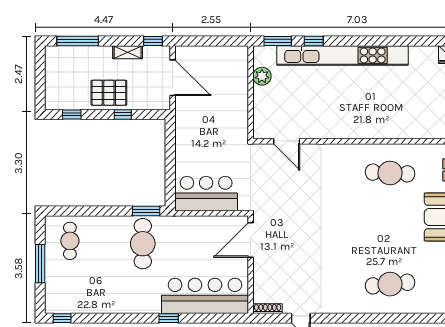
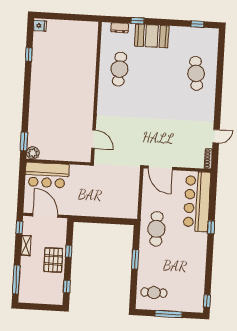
window: (314, 41) -> (29, 54), moved
kitchen unit: (342, 55) -> (37, 97), removed
plant: (262, 76) -> (33, 153), moved
door: (173, 78) -> (45, 215), hinge flipped
door: (287, 141) -> (94, 139), hinge flipped
bar counter: (206, 194) -> (47, 175), moved, turned -90
window: (146, 211) -> (135, 259), moved
cafe table: (143, 244) -> (156, 229), moved, turned 90

